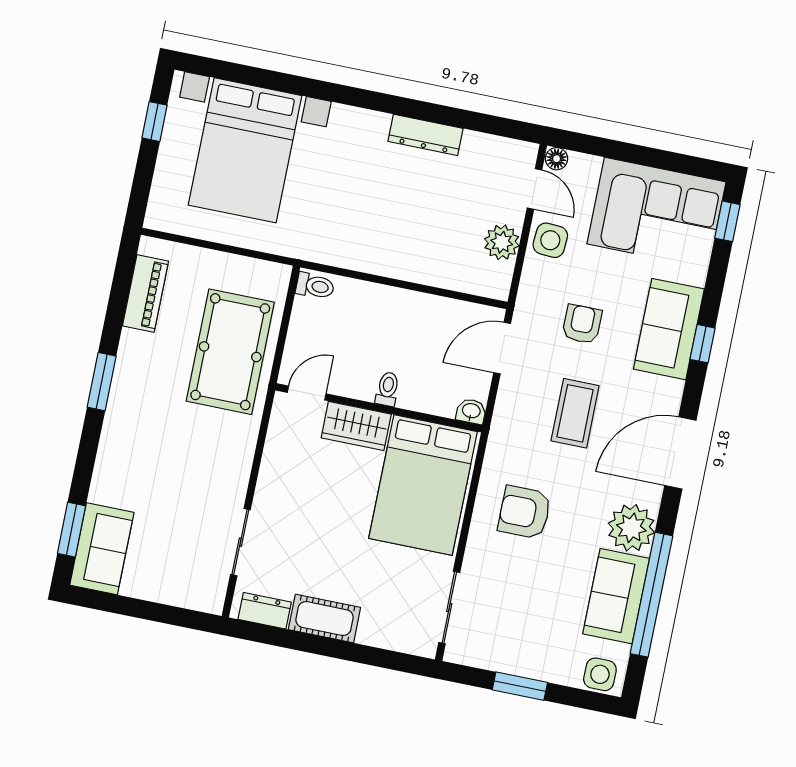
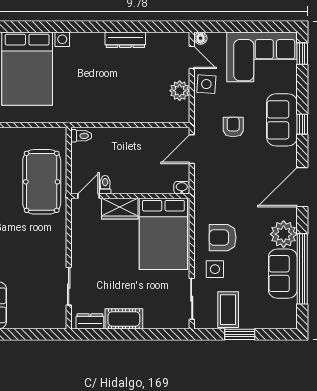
toilet: (387, 389) -> (105, 185), moved
coffee table: (575, 413) -> (228, 310), moved
side table: (600, 674) -> (215, 269), moved

